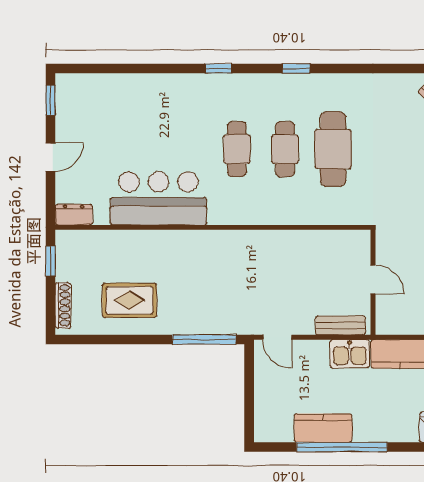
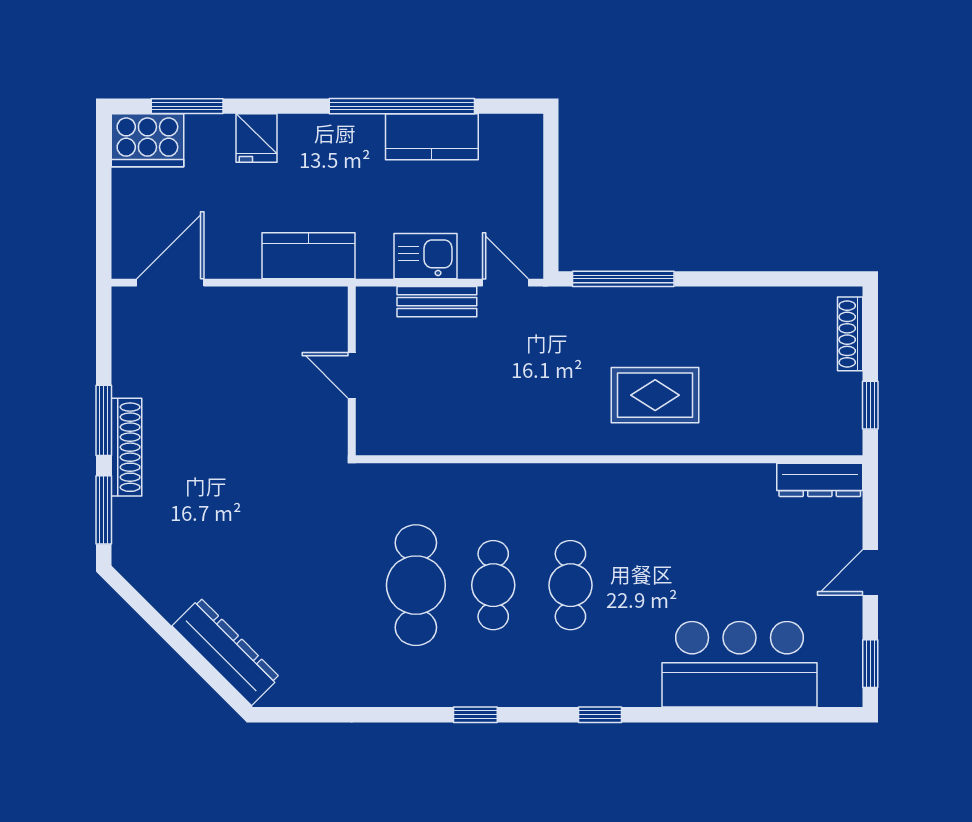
bar counter: (158, 198) -> (739, 664), moved, turned 180
dresser: (74, 215) -> (820, 480), width x1.44
rug: (129, 300) -> (655, 395), moved
bench: (340, 325) -> (437, 302), moved
kitchen sink: (350, 354) -> (425, 256), moved

